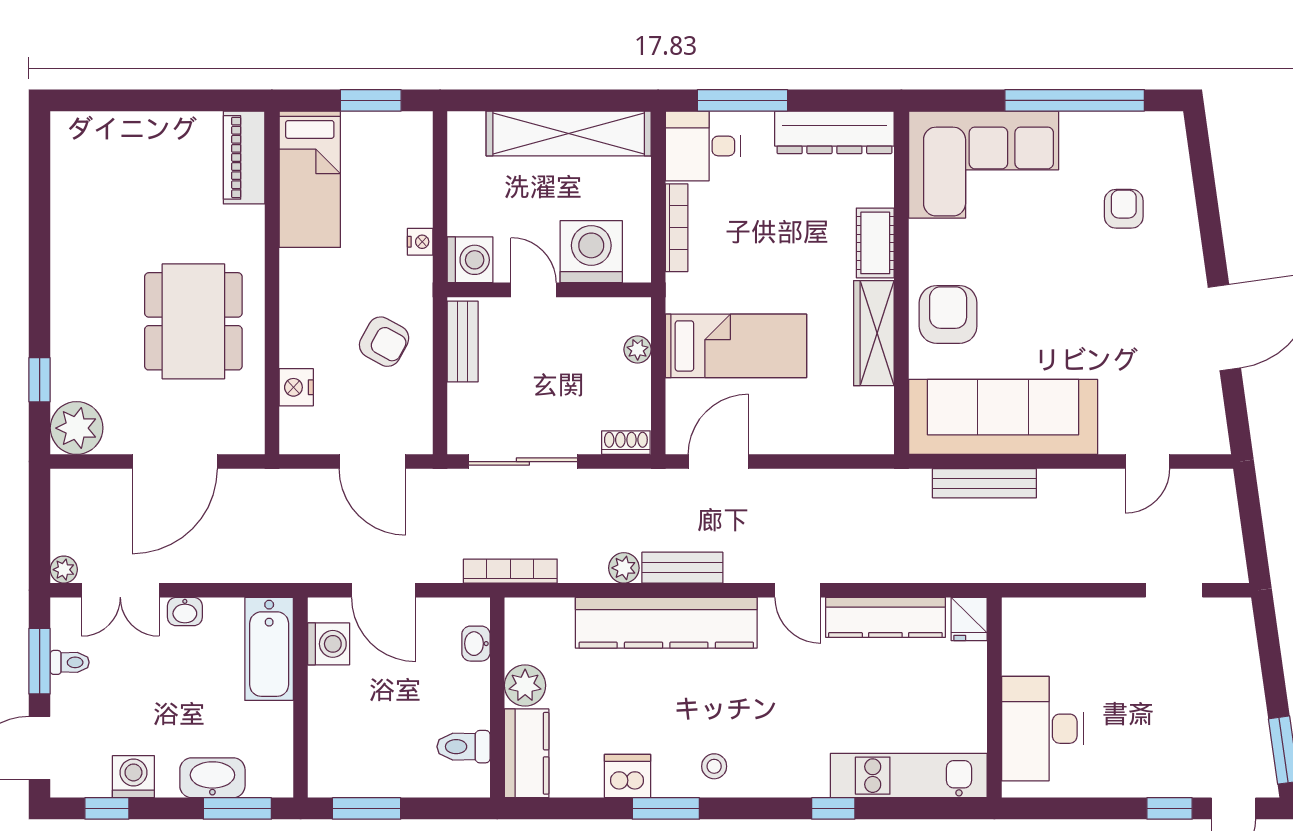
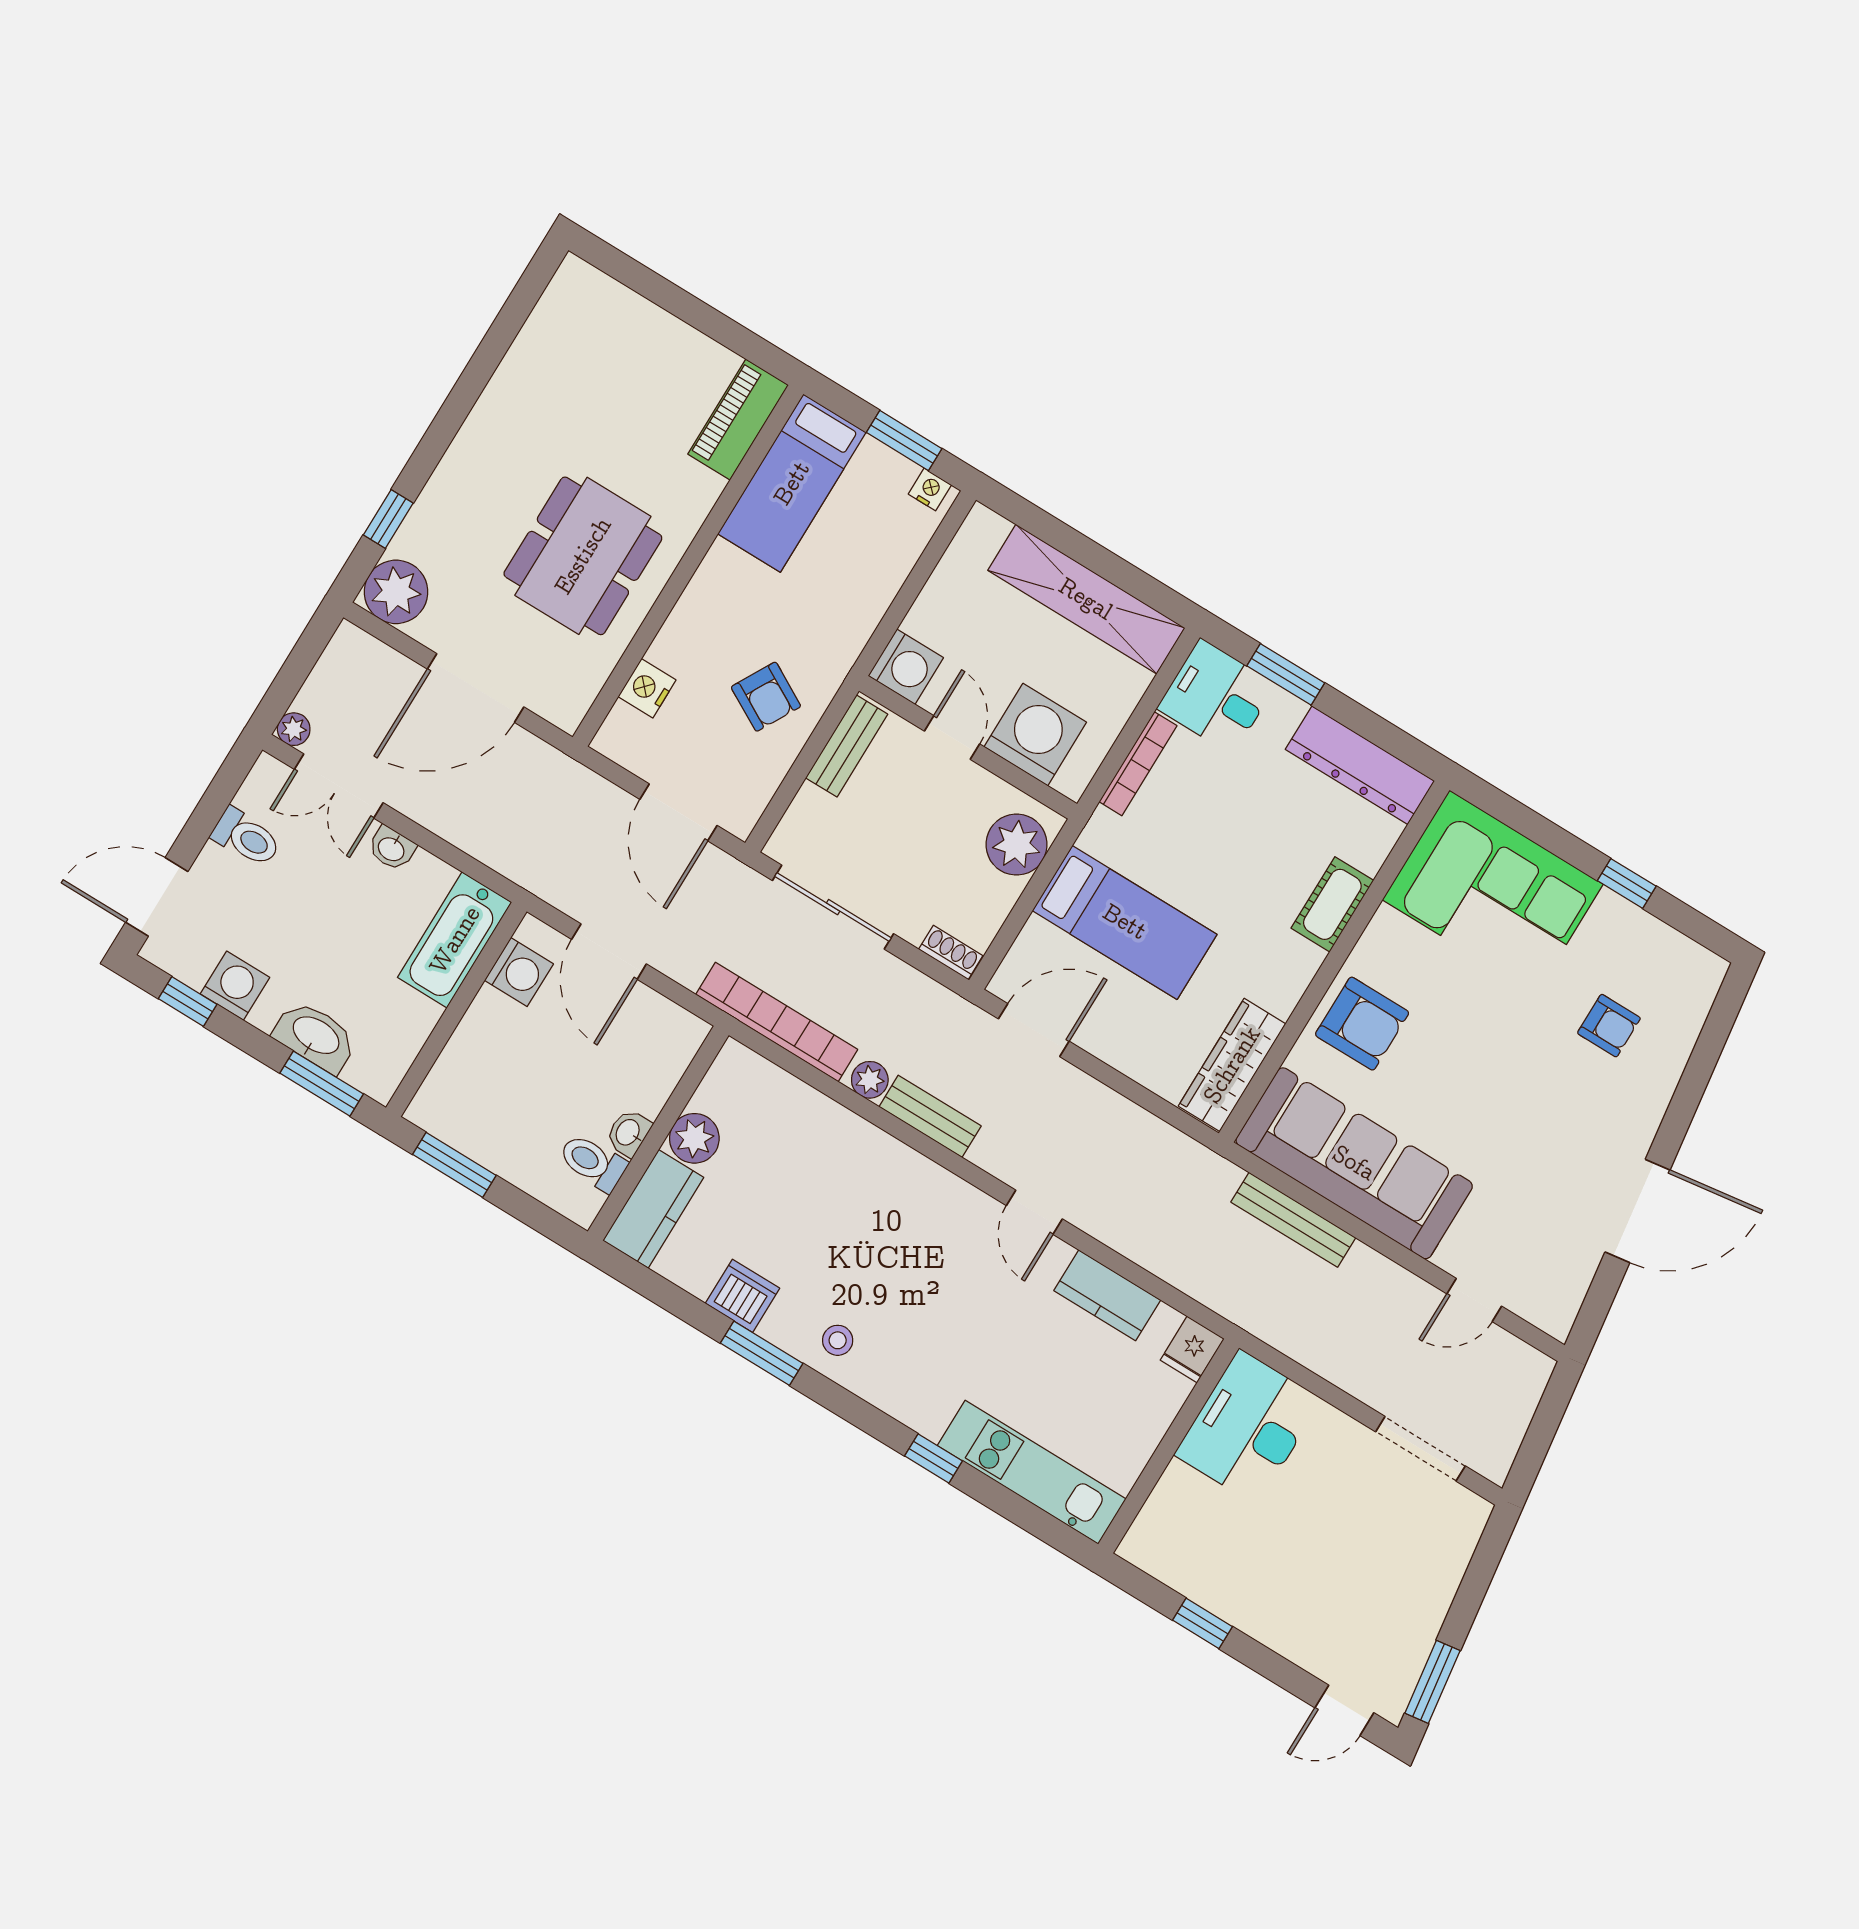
window: (742, 100) -> (1286, 674), width x0.69
window: (1075, 100) -> (1627, 883), width x0.32
armchair: (1124, 209) -> (1609, 1026), turned 90
nightstand: (420, 242) -> (930, 489), moved, turned -90
armchair: (948, 314) -> (1362, 1024), turned 90
wardrobe: (874, 333) -> (1232, 1065), moved
plant: (638, 349) -> (1017, 845), width x1.88, depth x1.88
bookcase: (510, 571) -> (777, 1022), width x1.48, depth x1.31
doorway: (1174, 590) -> (1420, 1449), width x1.38
kitchen counter: (885, 617) -> (1107, 1295), width x0.67
kitchen counter: (666, 623) -> (879, 1163), removed
washbasin: (476, 644) -> (628, 1133), moved
window: (40, 661) -> (211, 808), removed
toilet: (70, 662) -> (246, 837), width x1.37, depth x1.39
desk: (1043, 729) -> (1248, 1427), moved
window: (1170, 808) -> (1202, 1623), moved

